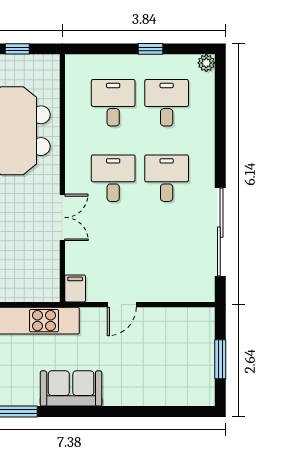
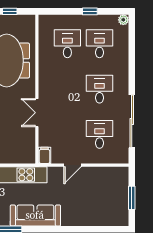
desk: (113, 178) -> (99, 134), moved
double door: (62, 217) -> (37, 113), swing flipped
sofa: (71, 388) -> (35, 215), width x1.36

